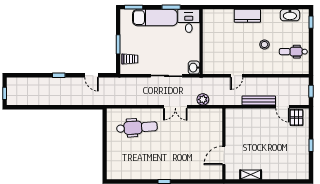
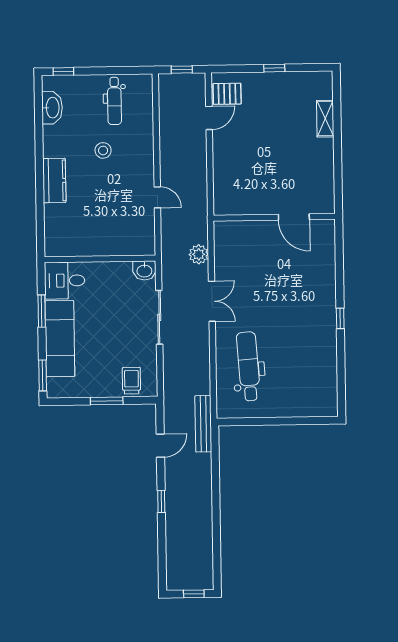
bench: (259, 101) -> (203, 424), moved
shelving: (251, 175) -> (325, 119), moved

